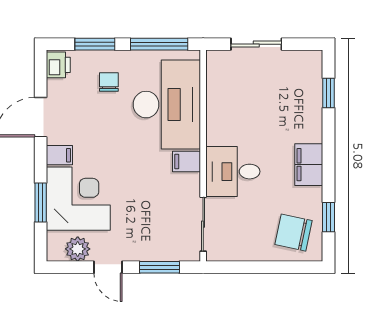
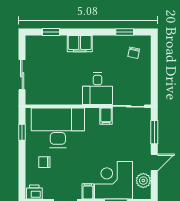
window: (95, 44) -> (22, 170), removed
window: (159, 44) -> (22, 132), width x0.46
filing cabinet: (186, 161) -> (106, 116), moved
filing cabinet: (309, 165) -> (80, 44), moved
chair: (293, 233) -> (134, 53), width x0.54, depth x0.54

